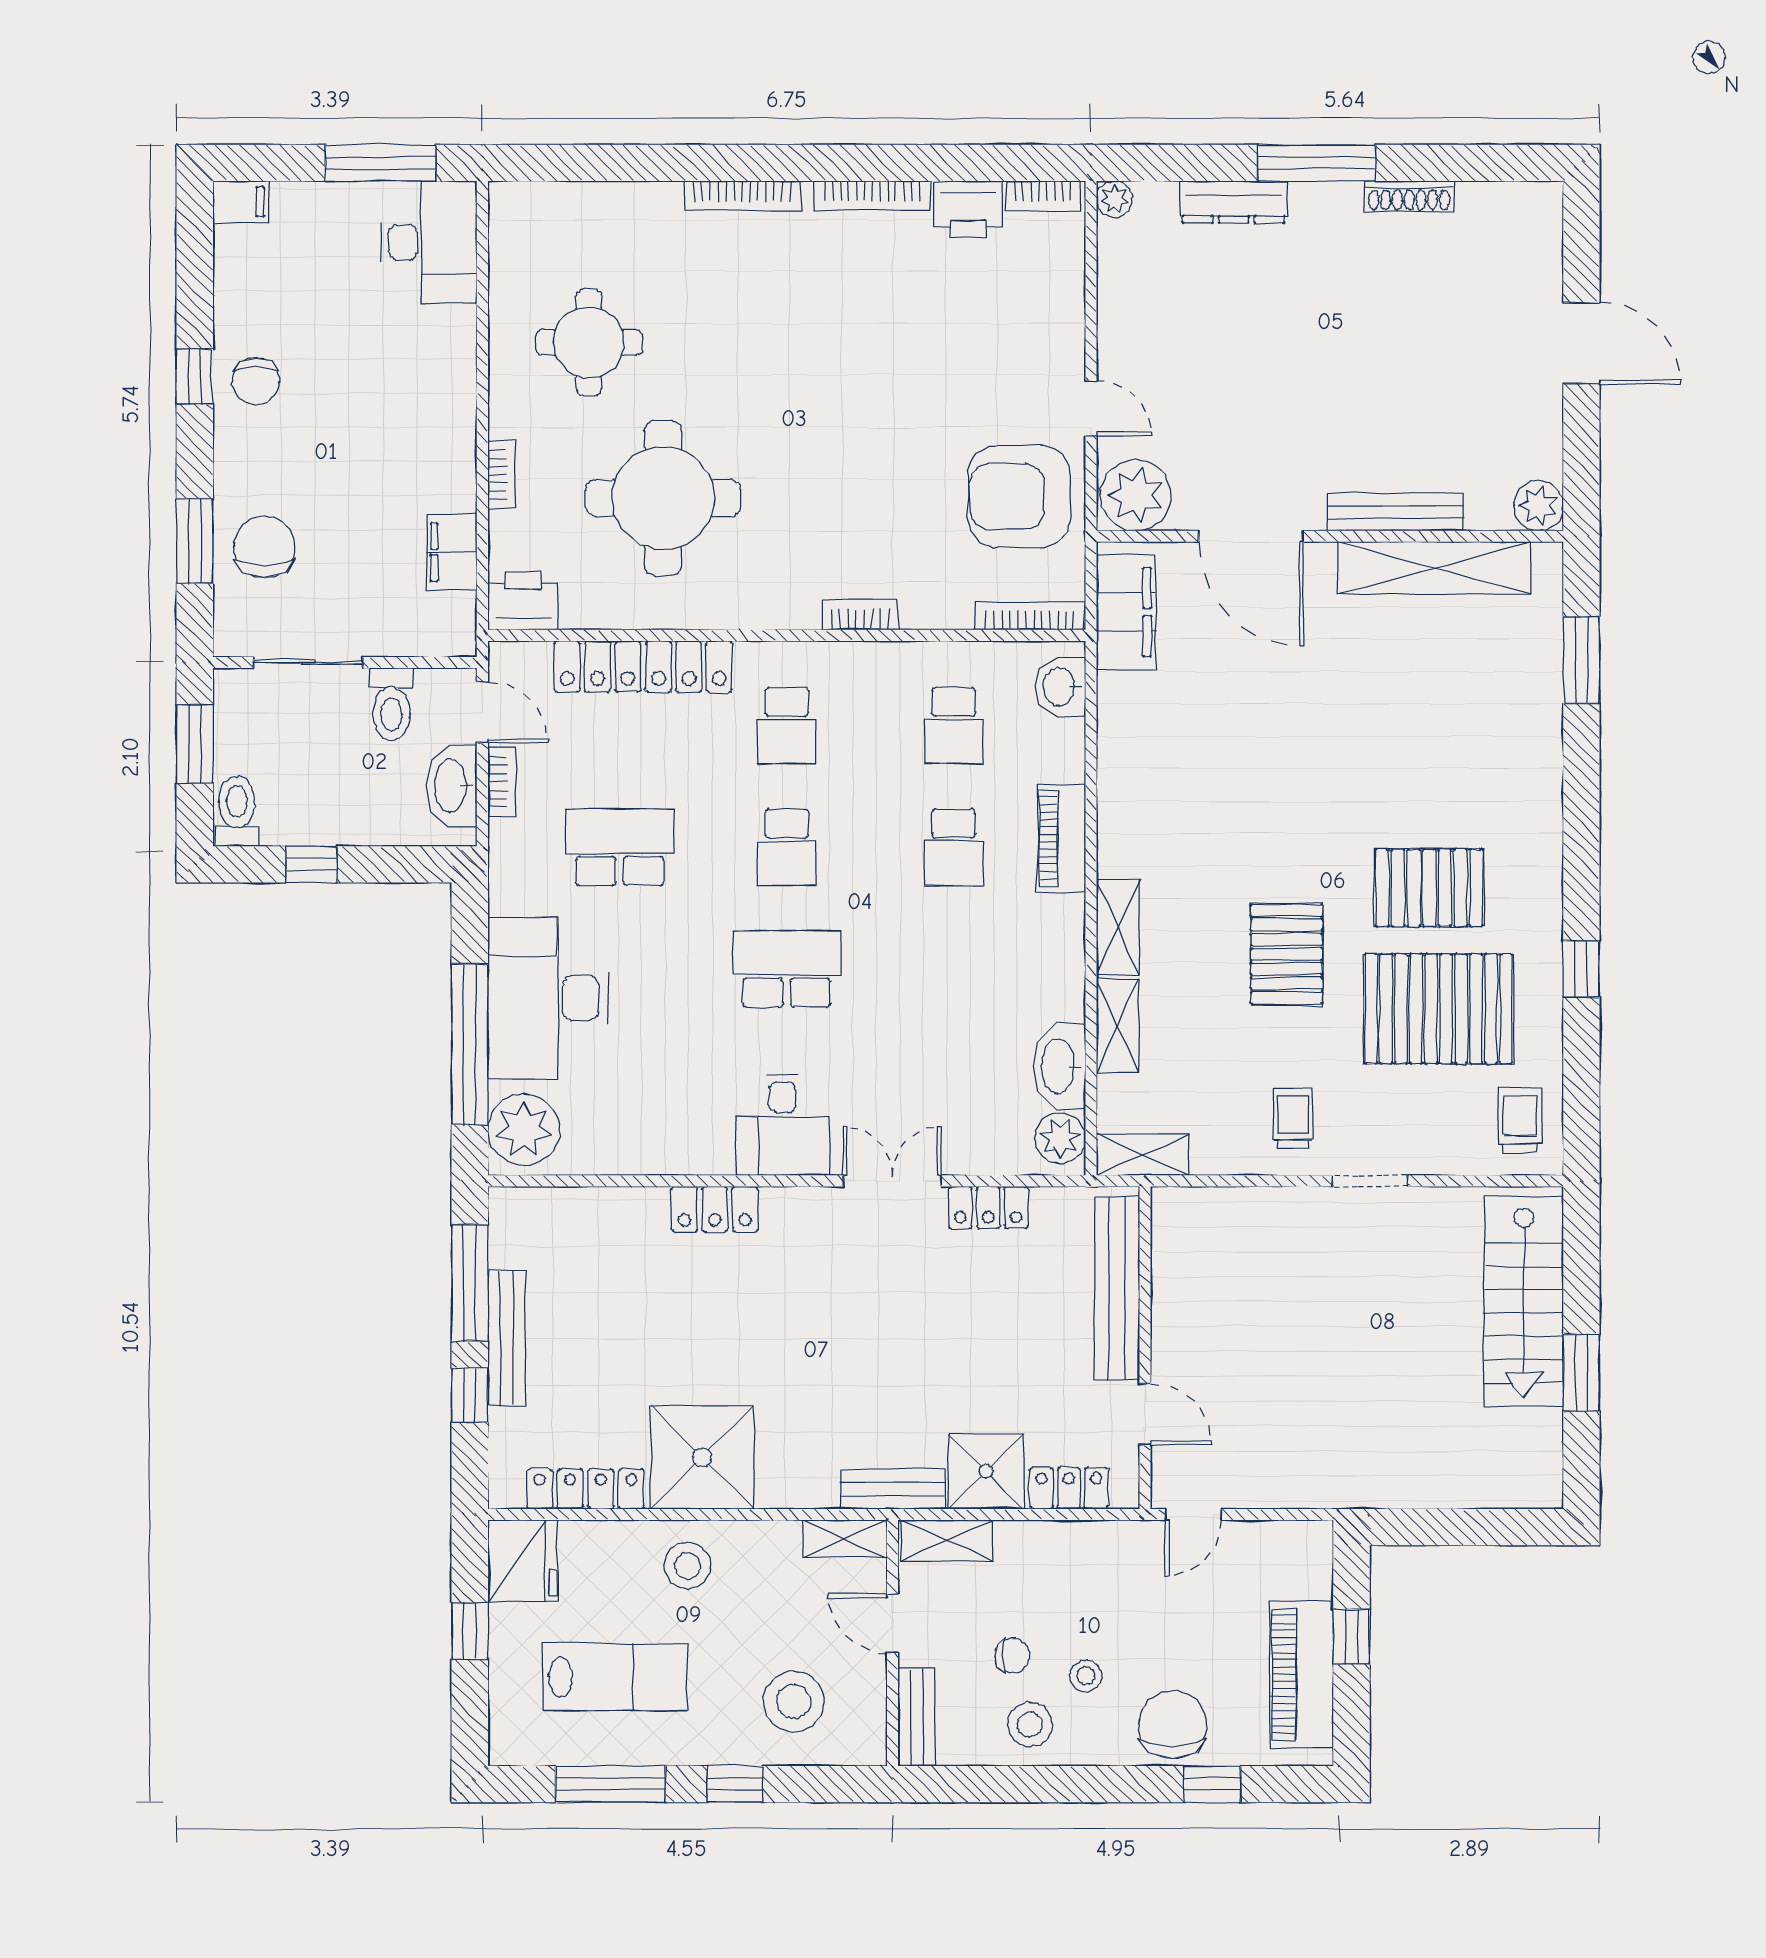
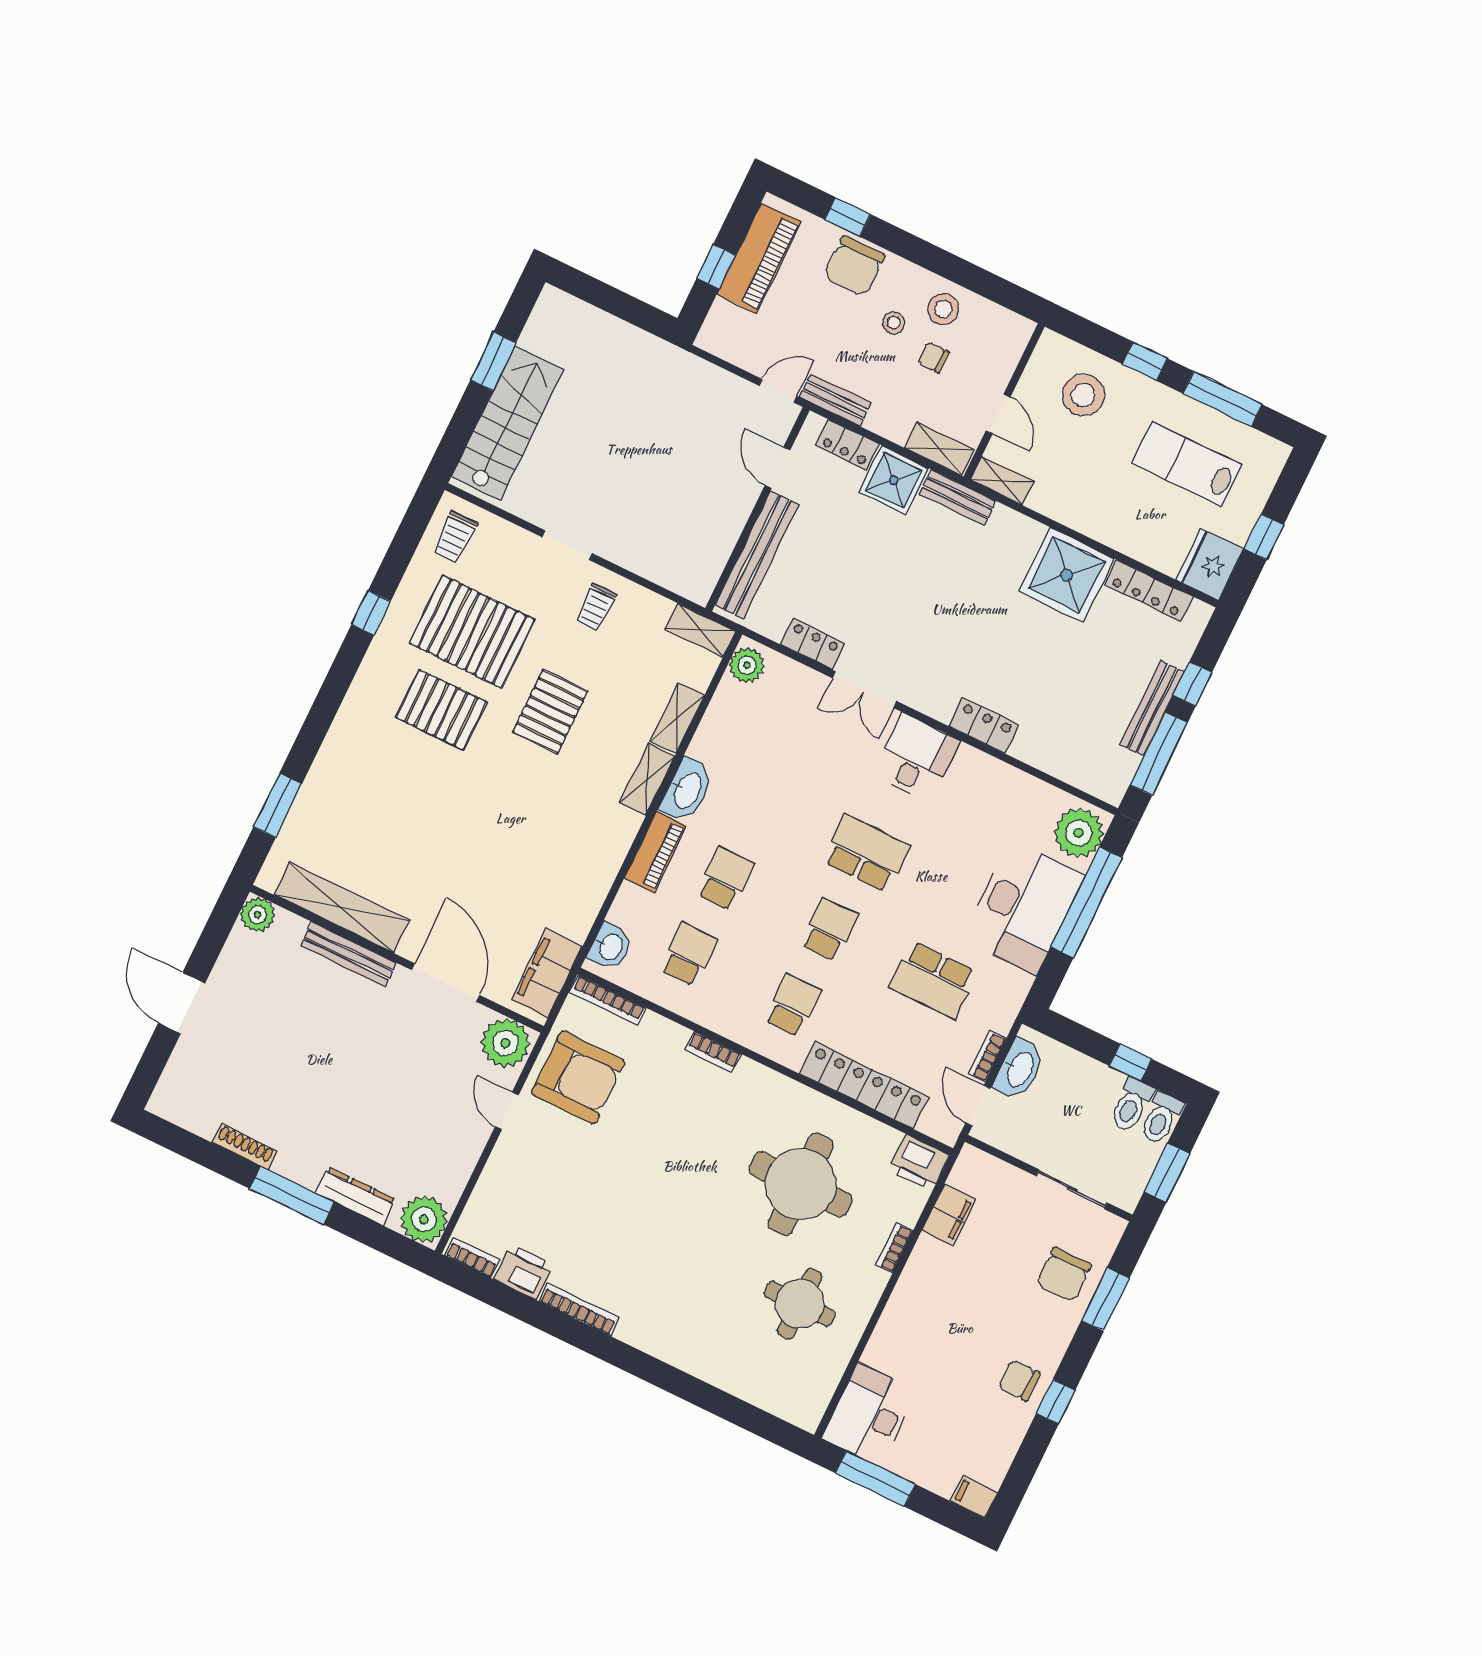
bookcase: (742, 196) -> (660, 1349), removed
plant: (1115, 199) -> (424, 1219), width x1.87, depth x1.87
chair: (256, 381) -> (1019, 1380), turned -90
toilet: (391, 704) -> (1131, 1105), moved, turned 180
school desk: (787, 969) -> (866, 854), turned 180
washbasin: (1059, 1067) -> (687, 790), moved
stool: (688, 1566) -> (1108, 512), removed
bench: (917, 1717) -> (835, 400), moved, turned 90

